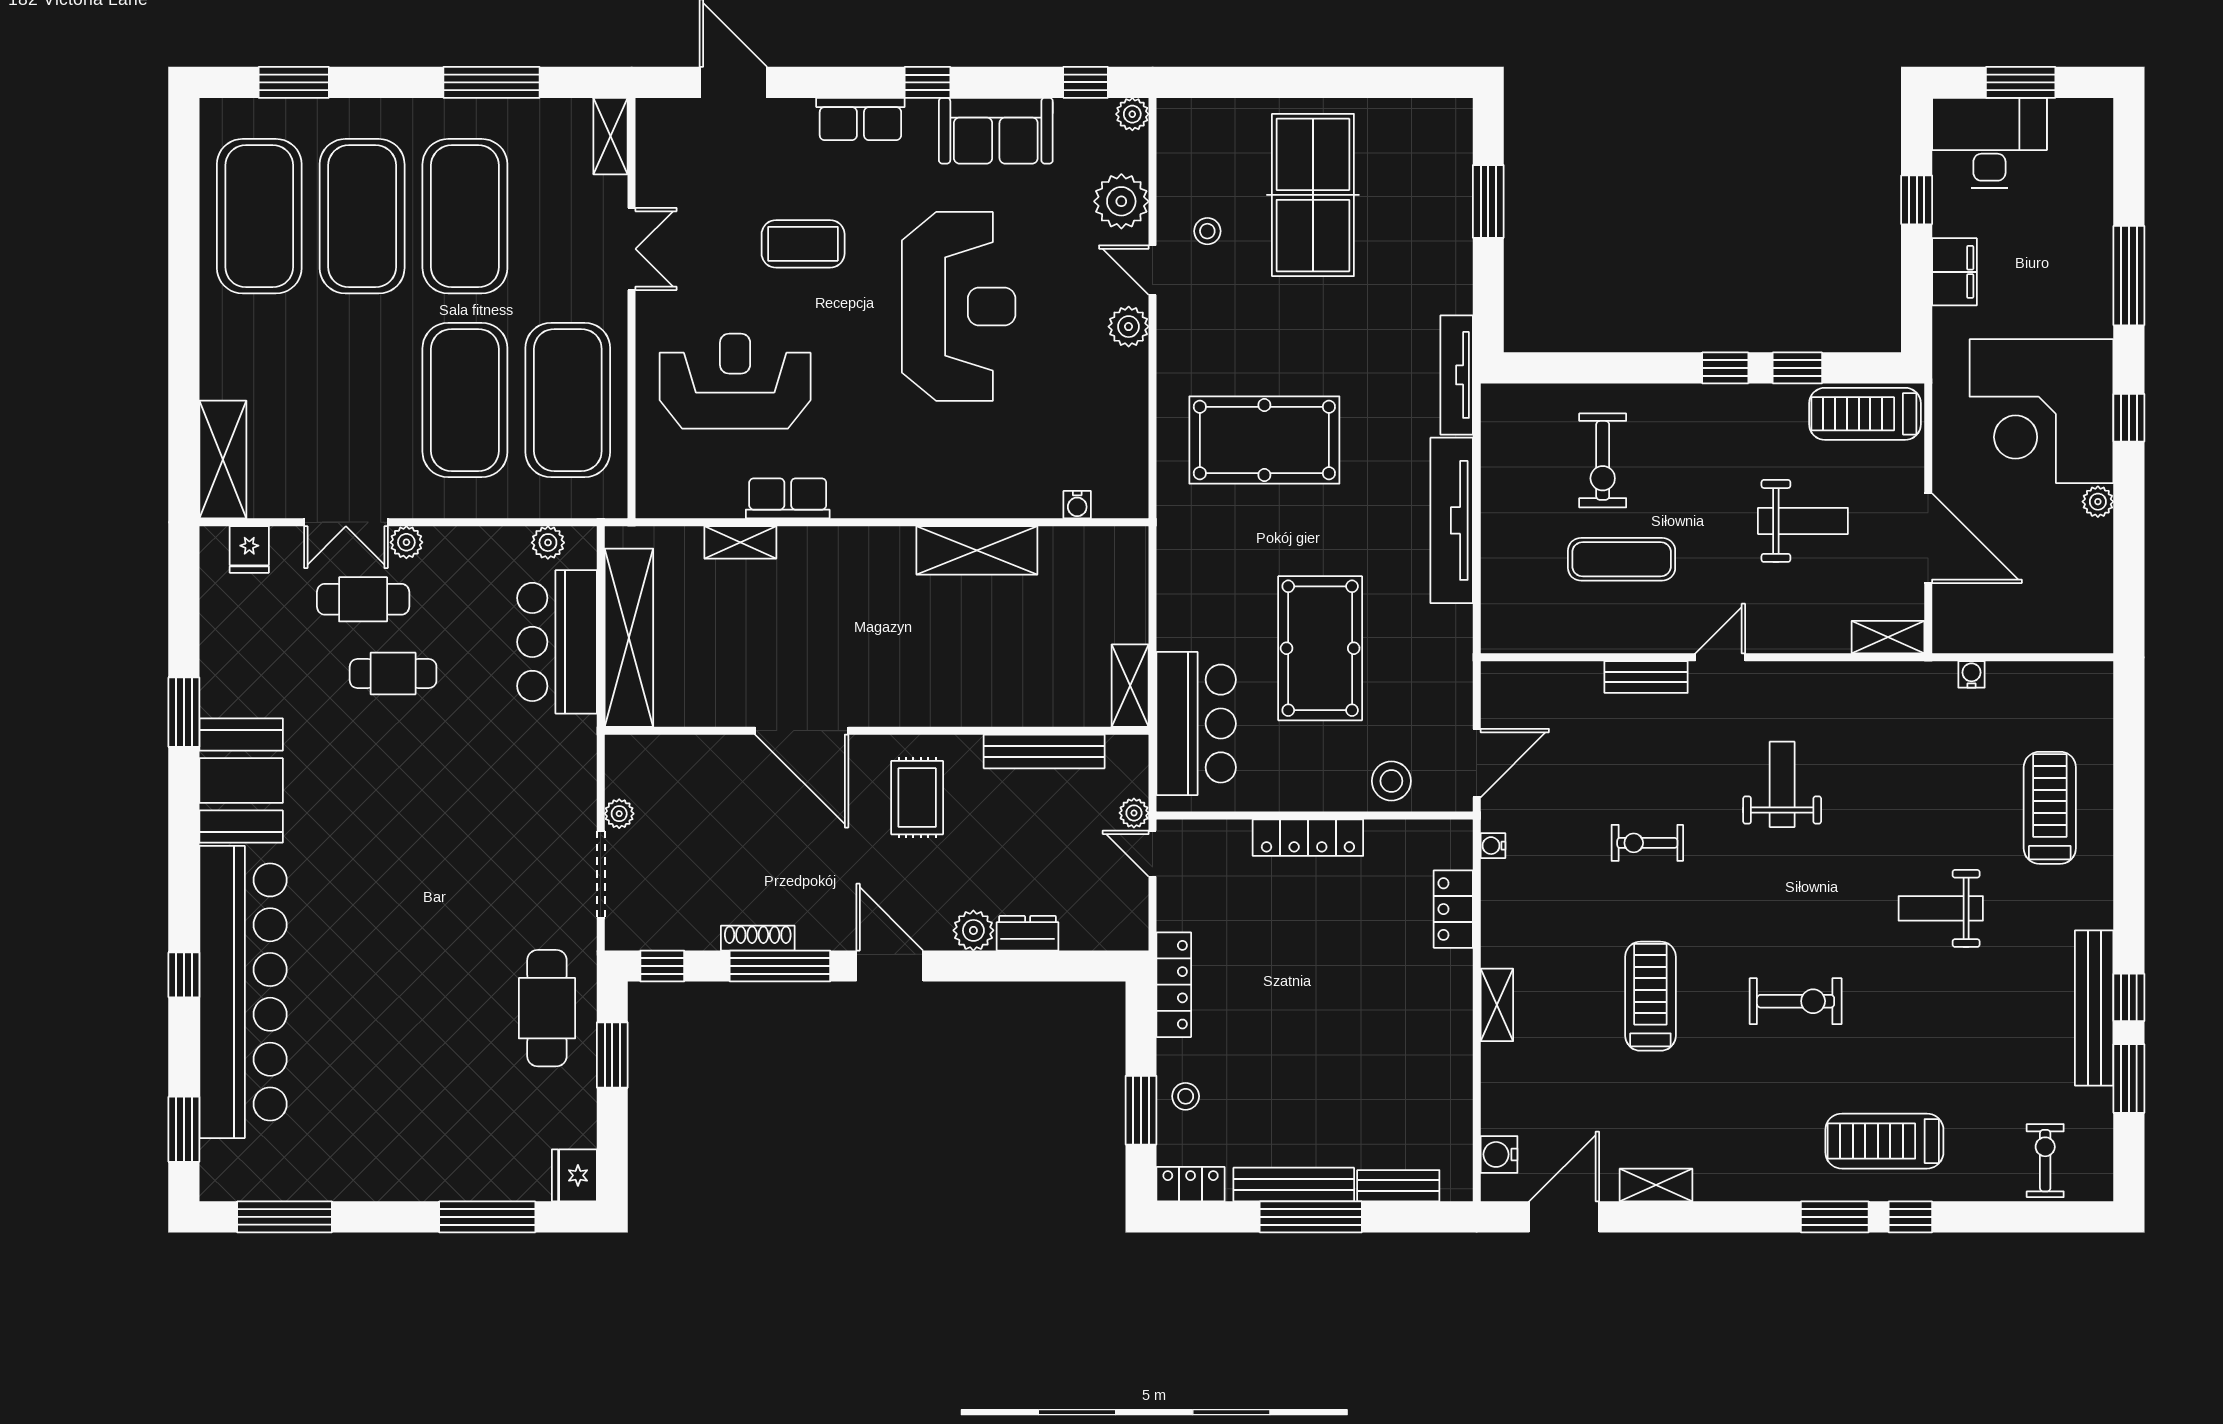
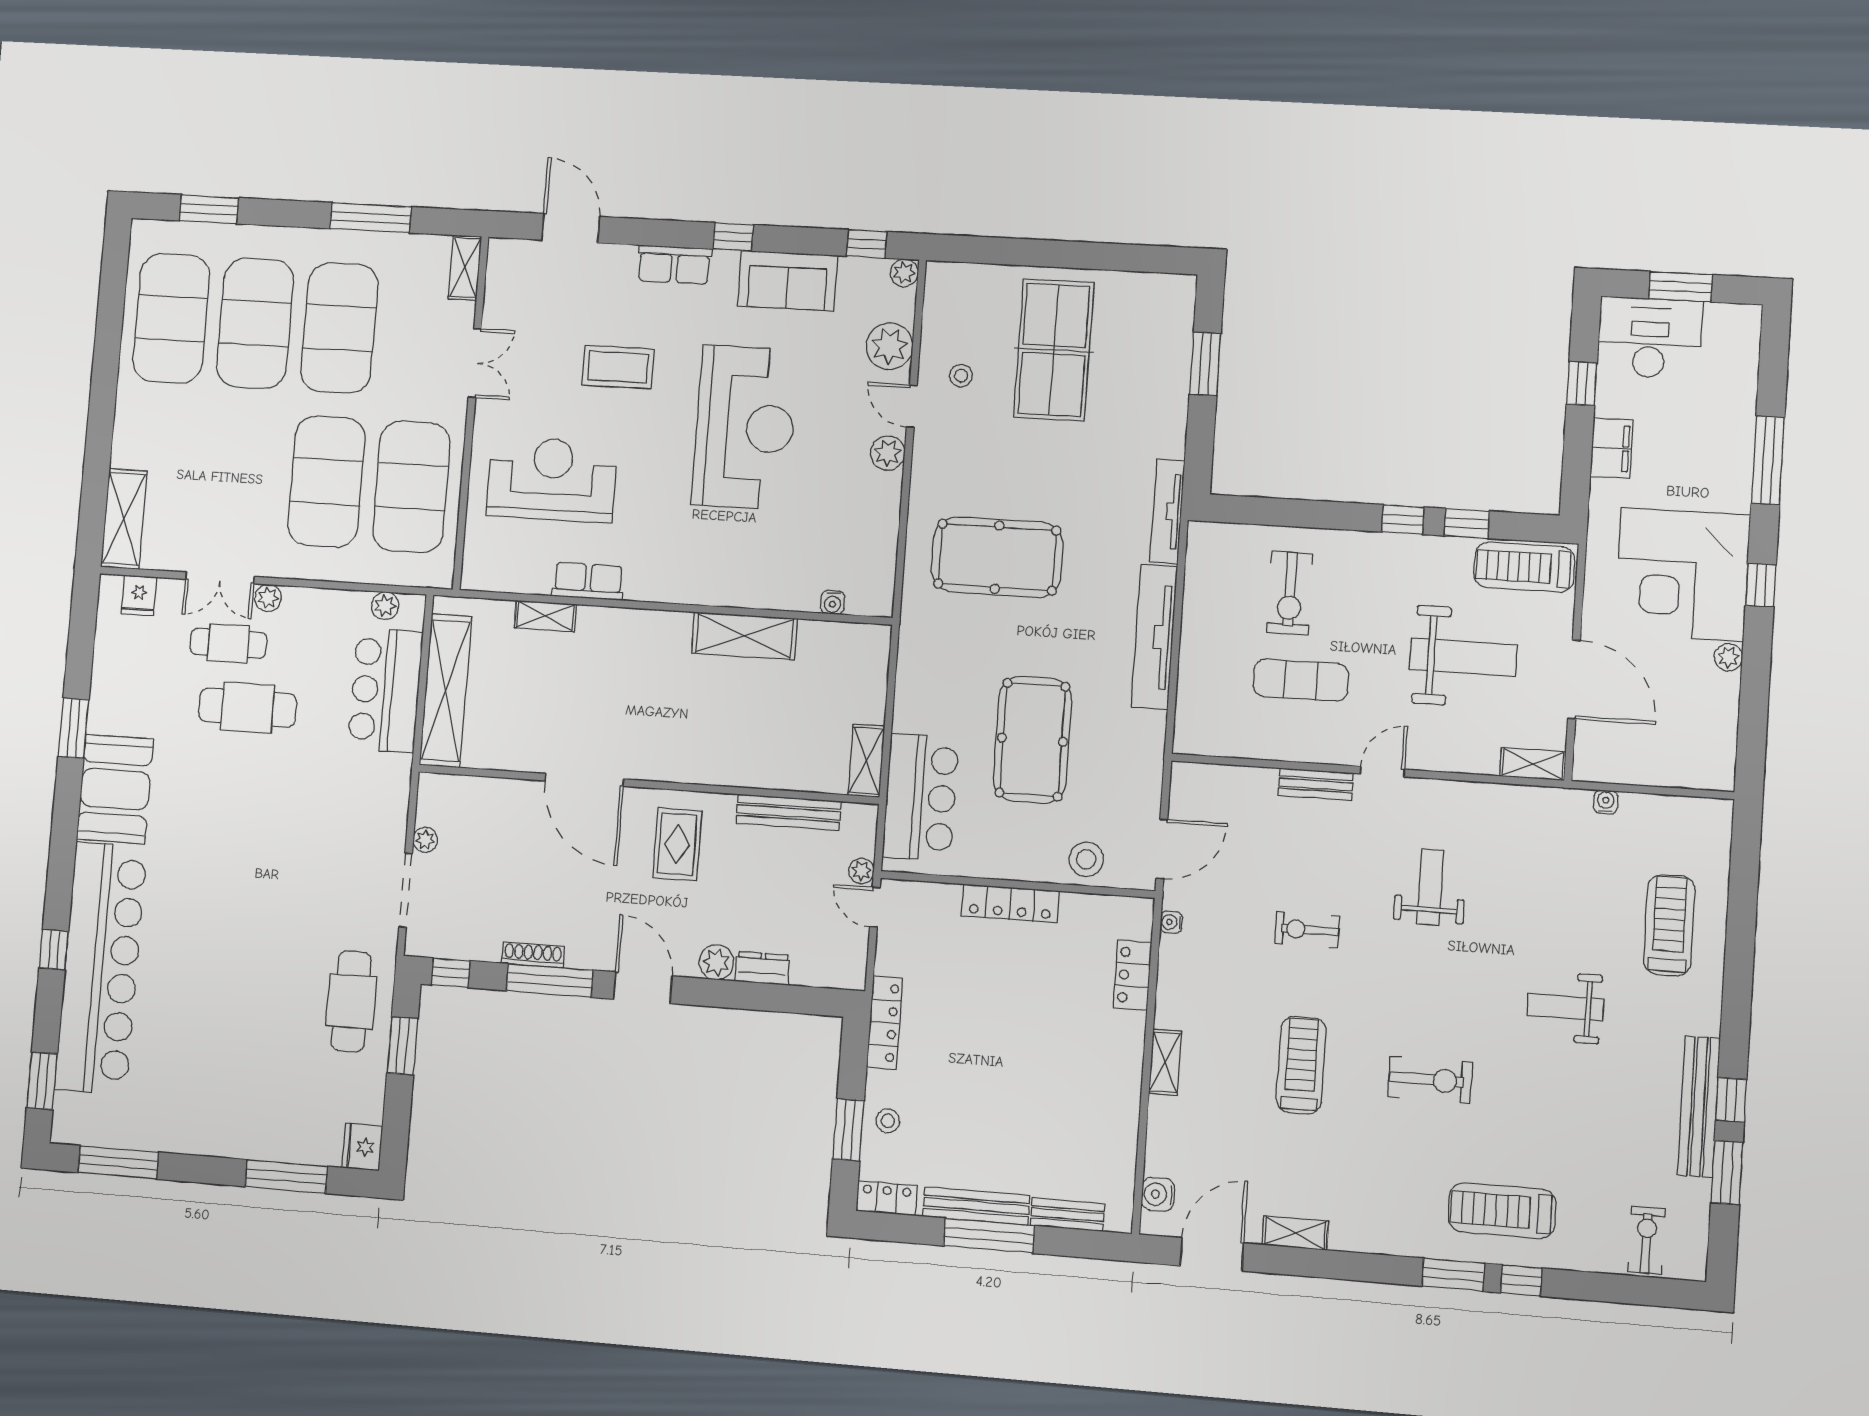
weight bench: (1803, 521) -> (1463, 657), width x1.36, depth x1.33
cafe table: (393, 674) -> (248, 708), width x1.37, depth x1.35

